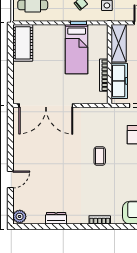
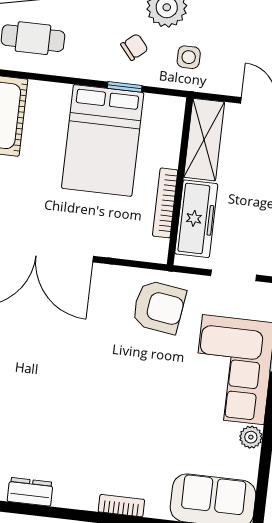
bed: (77, 49) -> (103, 140), width x1.50
armchair: (106, 124) -> (159, 307), added
coffee table: (100, 156) -> (137, 372), removed

